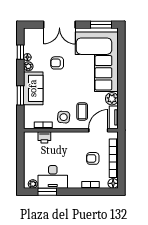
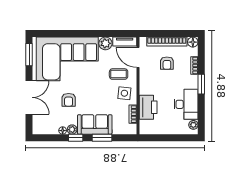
window: (20, 52) -> (76, 138), moved
printer: (44, 137) -> (148, 107), width x1.87, depth x1.48
window: (47, 192) -> (201, 84), moved

